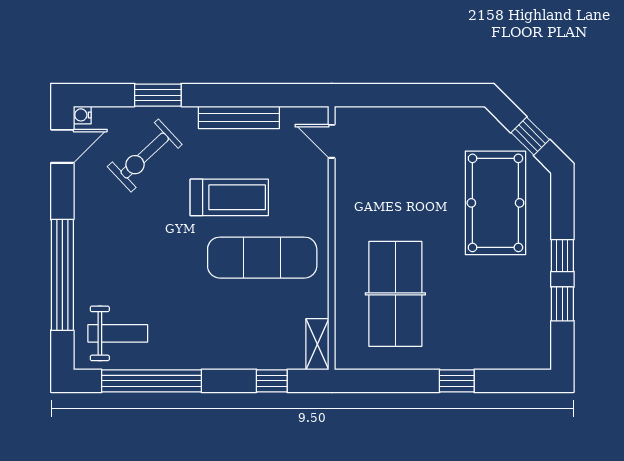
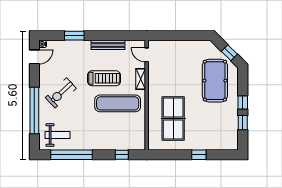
exercise bike: (145, 156) -> (61, 93), moved
shelving: (317, 344) -> (141, 79), moved

